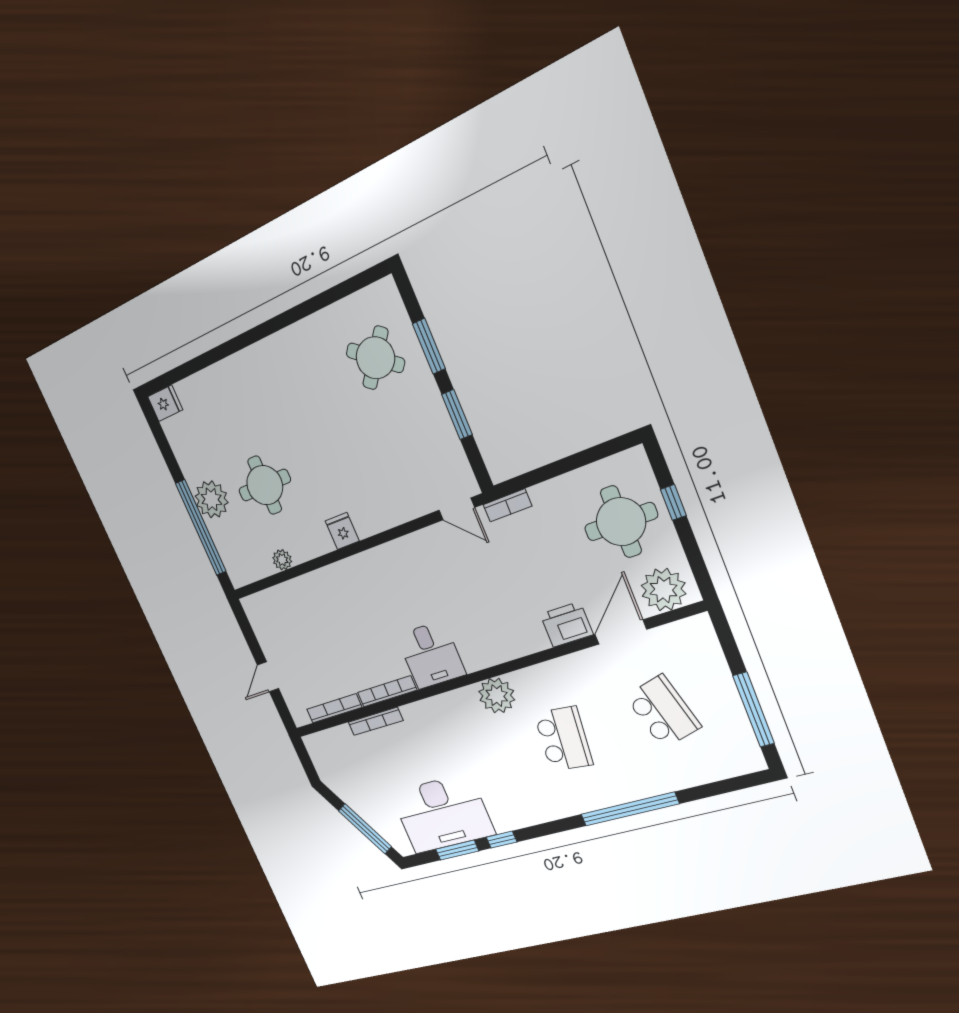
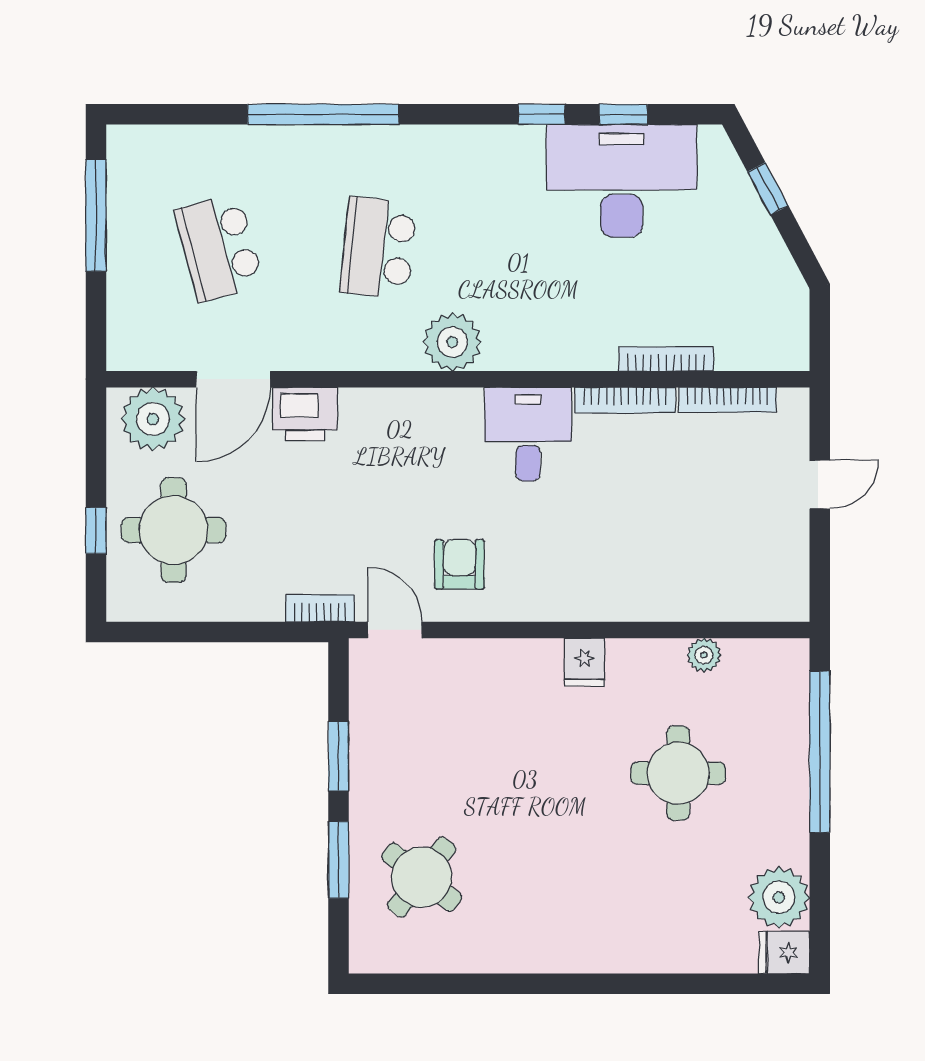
plant: (211, 499) -> (779, 897), moved
armchair: (436, 564) -> (459, 564), added
window: (365, 829) -> (768, 189), width x0.46
window: (457, 850) -> (623, 114), width x0.67

